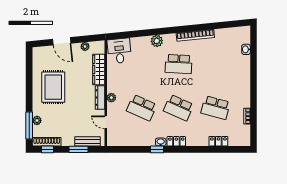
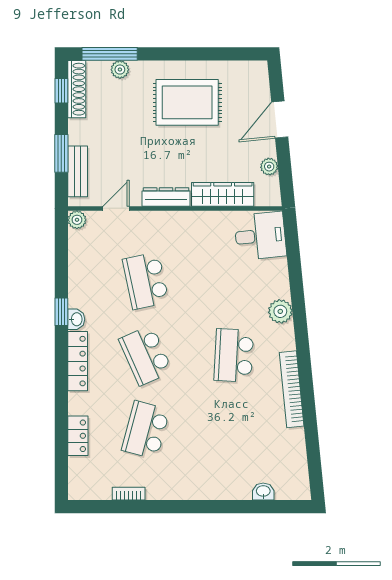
plant: (111, 98) -> (77, 220), moved
school desk: (142, 108) -> (146, 281), turned -36
school desk: (179, 108) -> (146, 355), turned -48
locker: (176, 141) -> (78, 361), width x1.53

